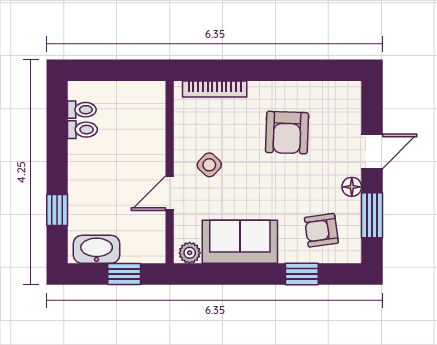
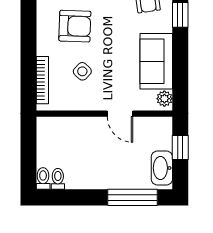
toilet: (82, 130) -> (43, 179), moved
side table: (209, 165) -> (82, 71), moved
window: (57, 210) -> (133, 197), width x2.17

